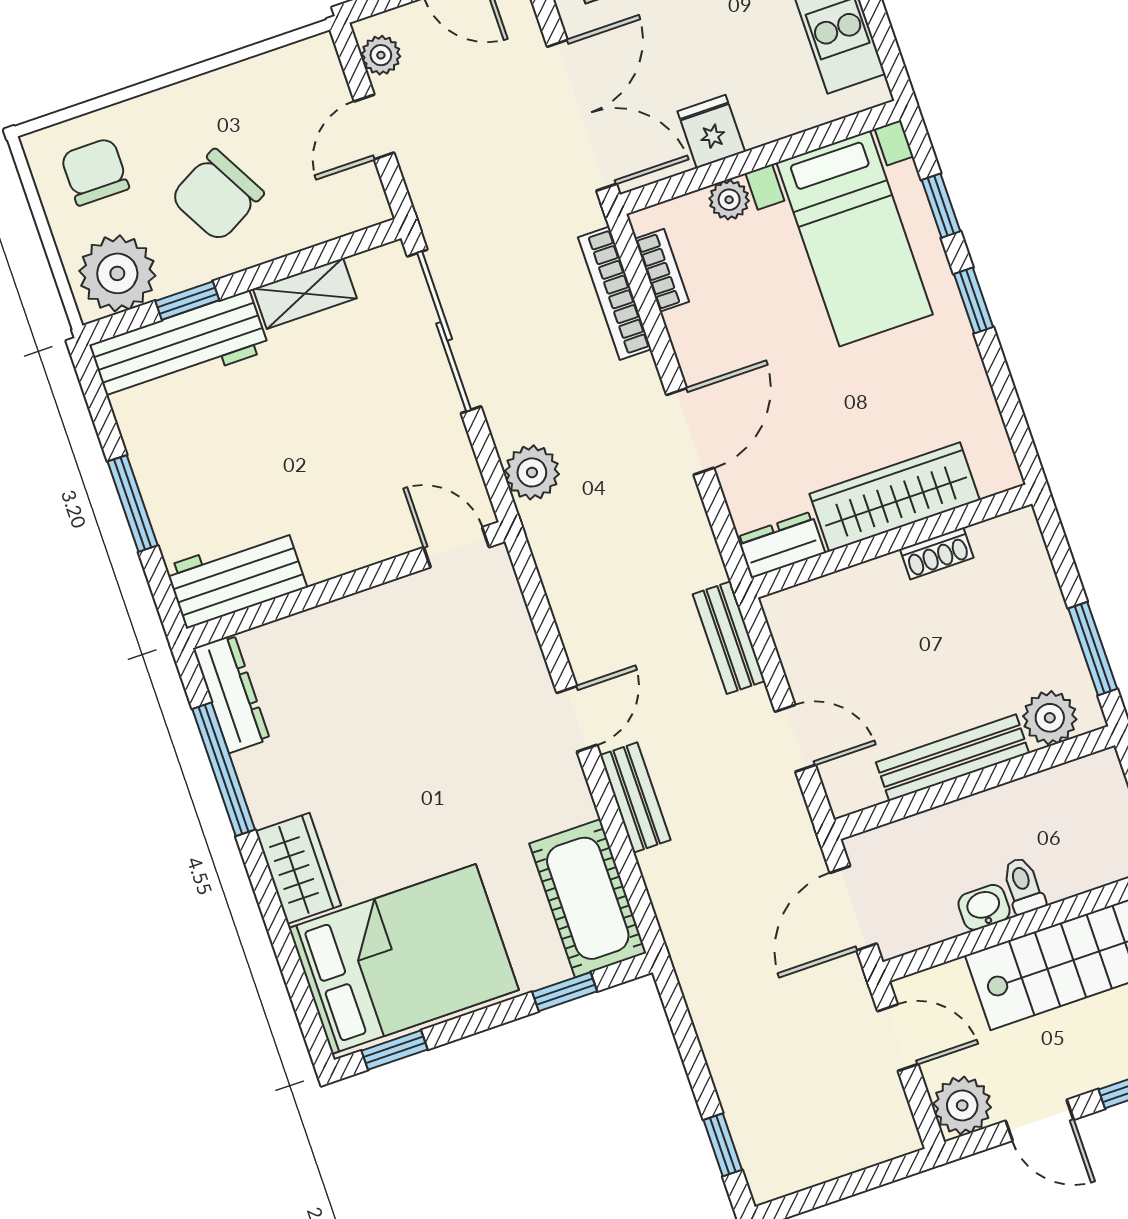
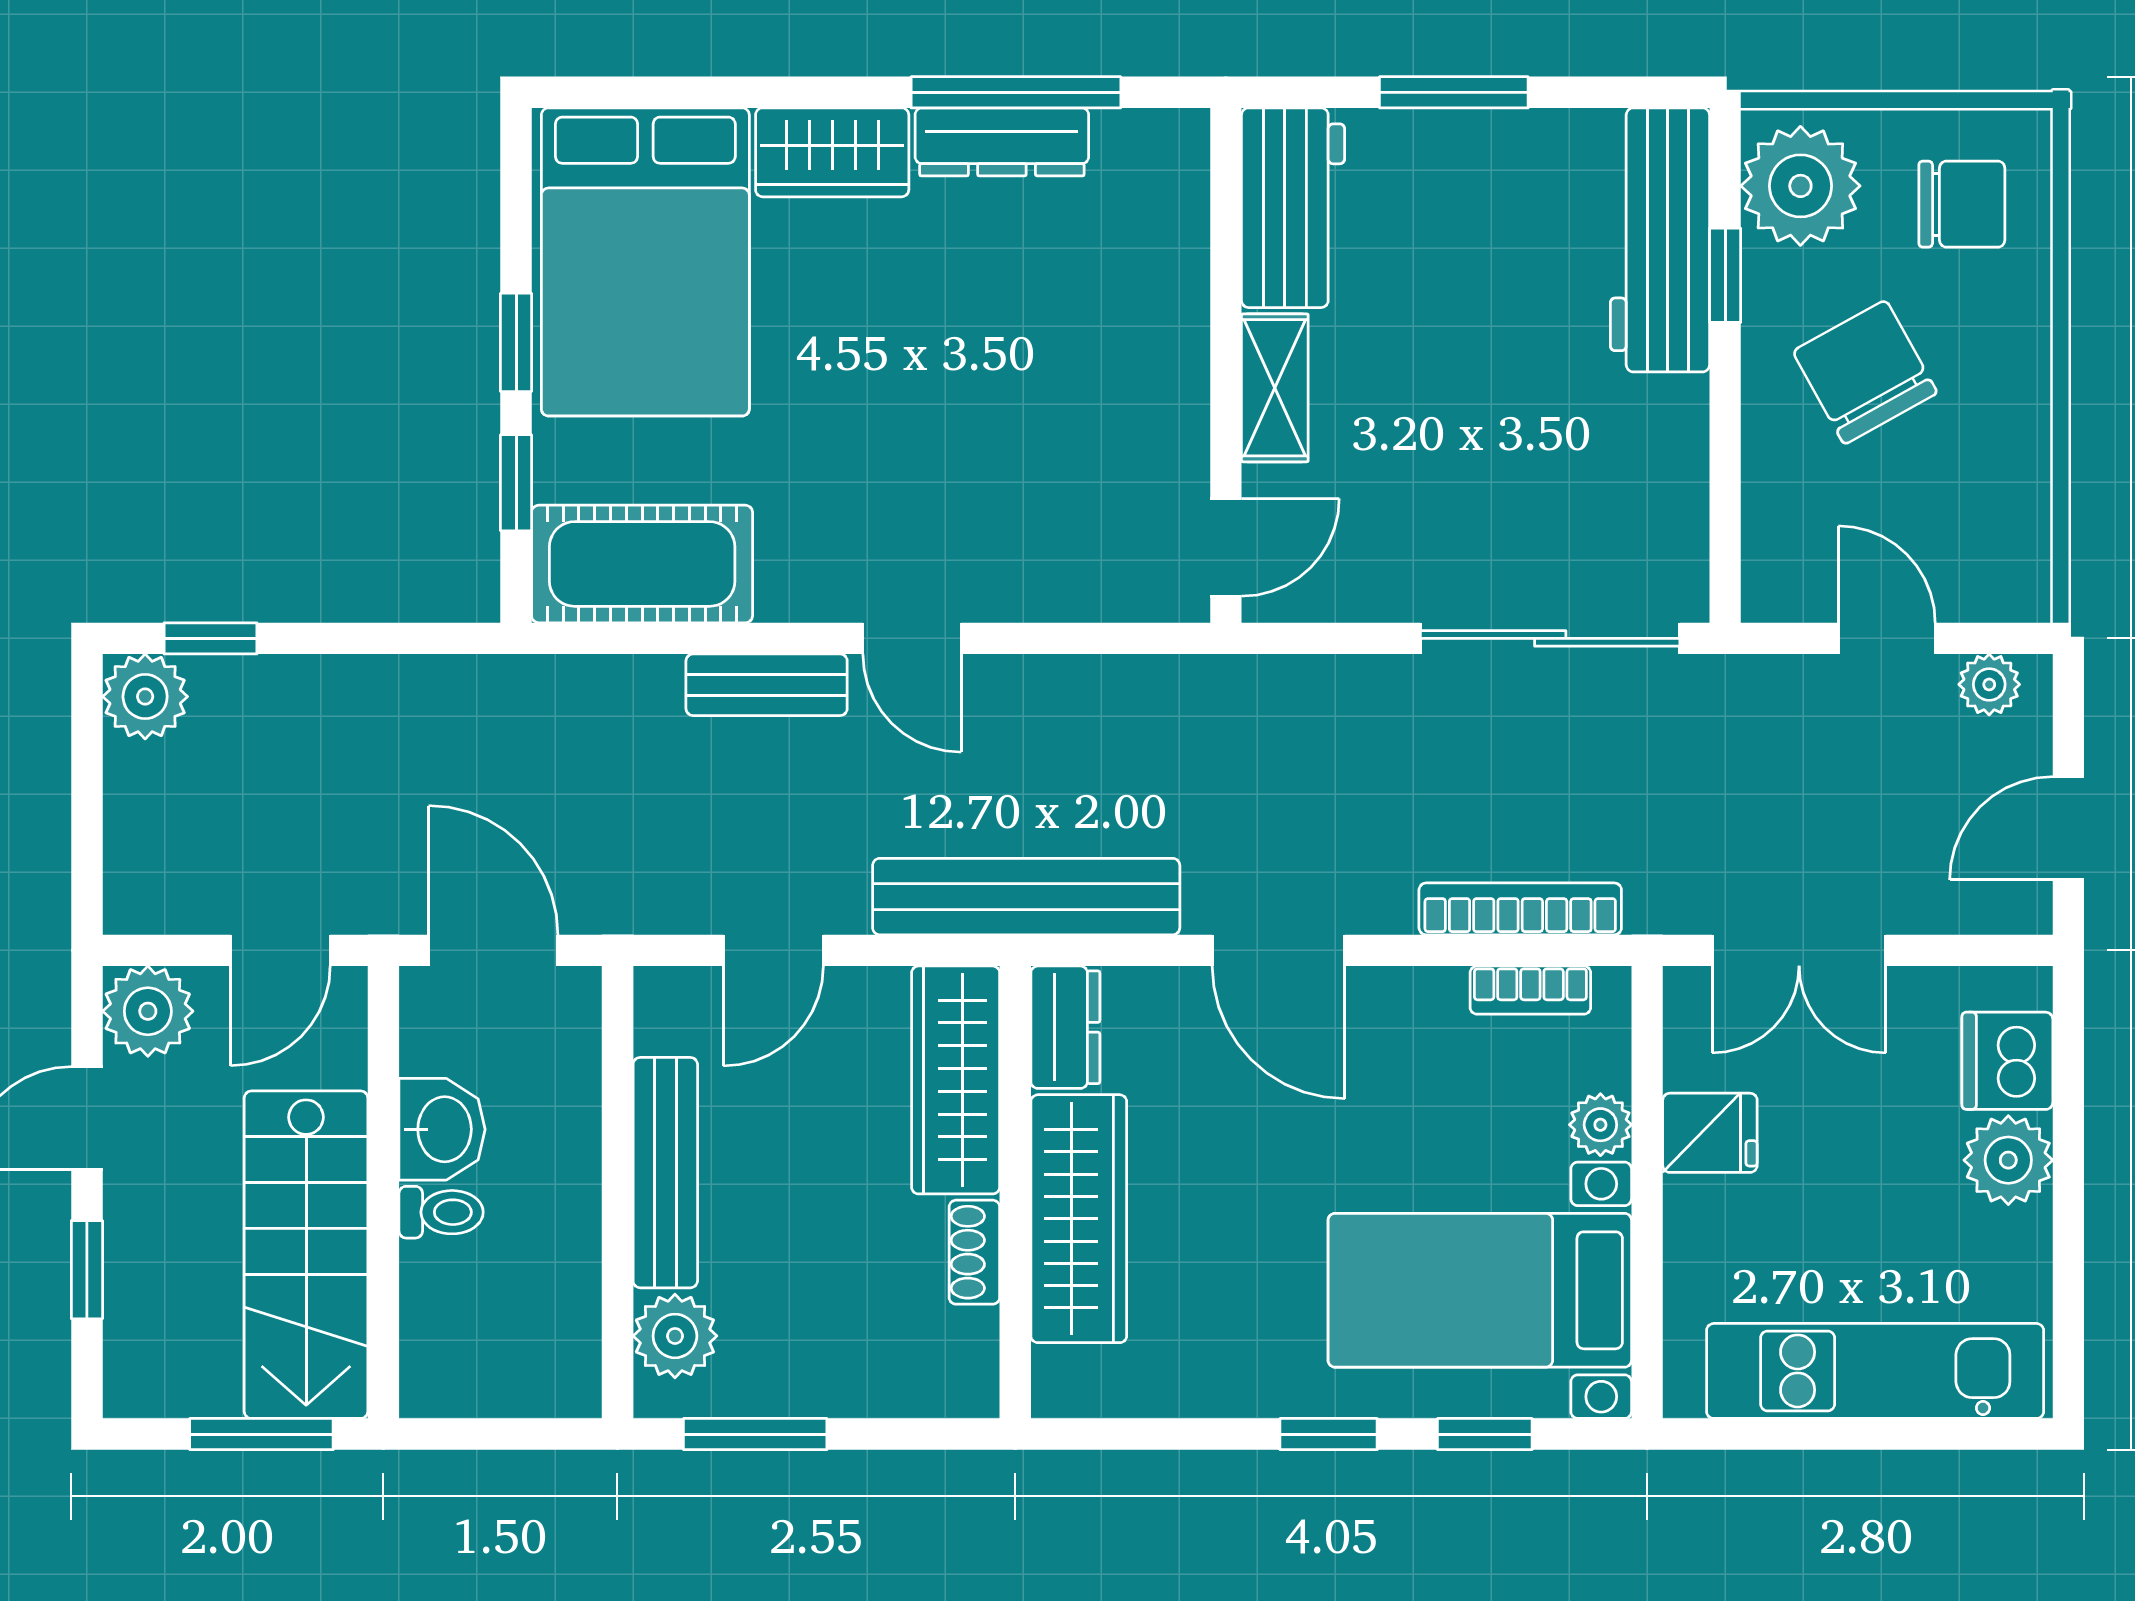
double door: (582, 115) -> (1799, 950), width x0.73
shelving: (305, 294) -> (1275, 388), moved
plant: (532, 472) -> (145, 697), moved
wardrobe: (836, 601) -> (956, 1080), added
bench: (729, 638) -> (1026, 897), width x1.86, depth x1.21
dresser: (231, 694) -> (1002, 142), moved
washbasin: (984, 907) -> (442, 1129), width x1.38, depth x1.45
window: (394, 1050) -> (516, 342), moved

